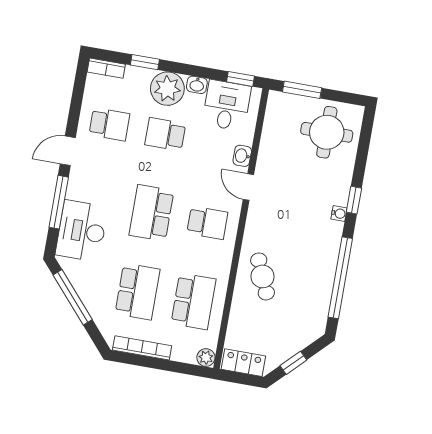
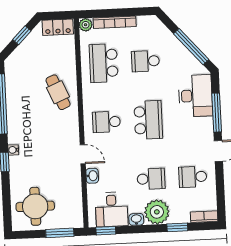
school desk: (138, 292) -> (145, 61), width x0.54
bookcase: (142, 348) -> (115, 22), moved

